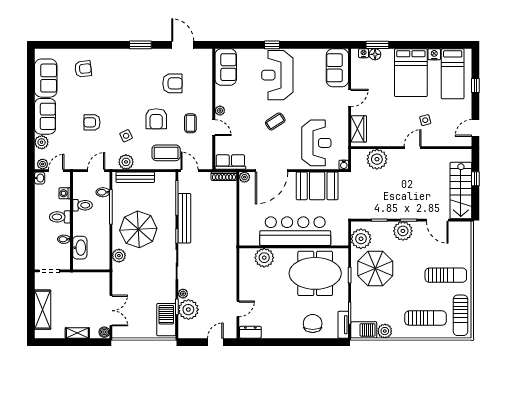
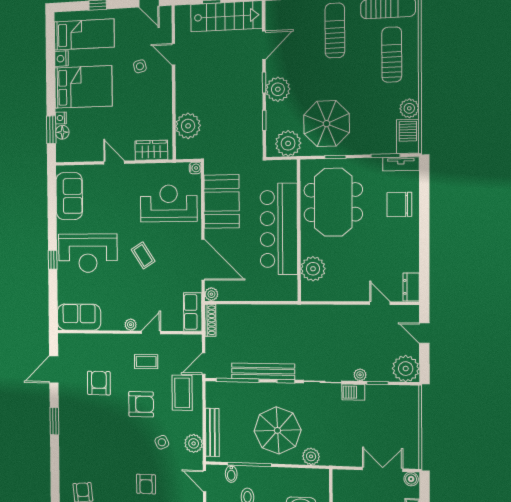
nightstand: (364, 53) -> (61, 118), moved
sofa: (337, 68) -> (69, 196), moved, turned -90
door: (413, 148) -> (173, 54), moved
plant: (188, 310) -> (406, 369), moved
barbecue: (166, 320) -> (353, 392), moved, width x0.53, depth x0.65

